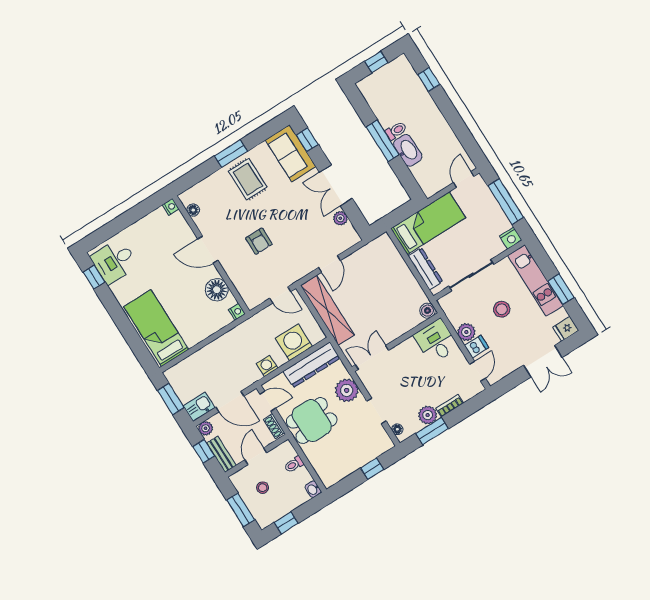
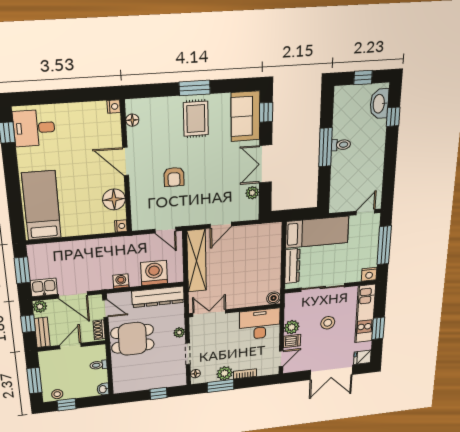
washbasin: (408, 150) -> (379, 104), moved, turned 180
desk: (436, 341) -> (260, 324), width x1.37
double door: (543, 361) -> (331, 372), width x1.37
plant: (347, 390) -> (179, 332), width x0.53, depth x0.53
stool: (263, 488) -> (57, 394), moved

